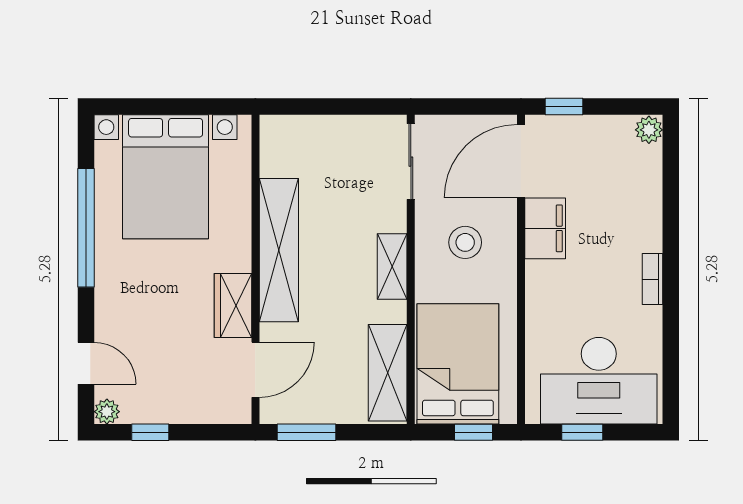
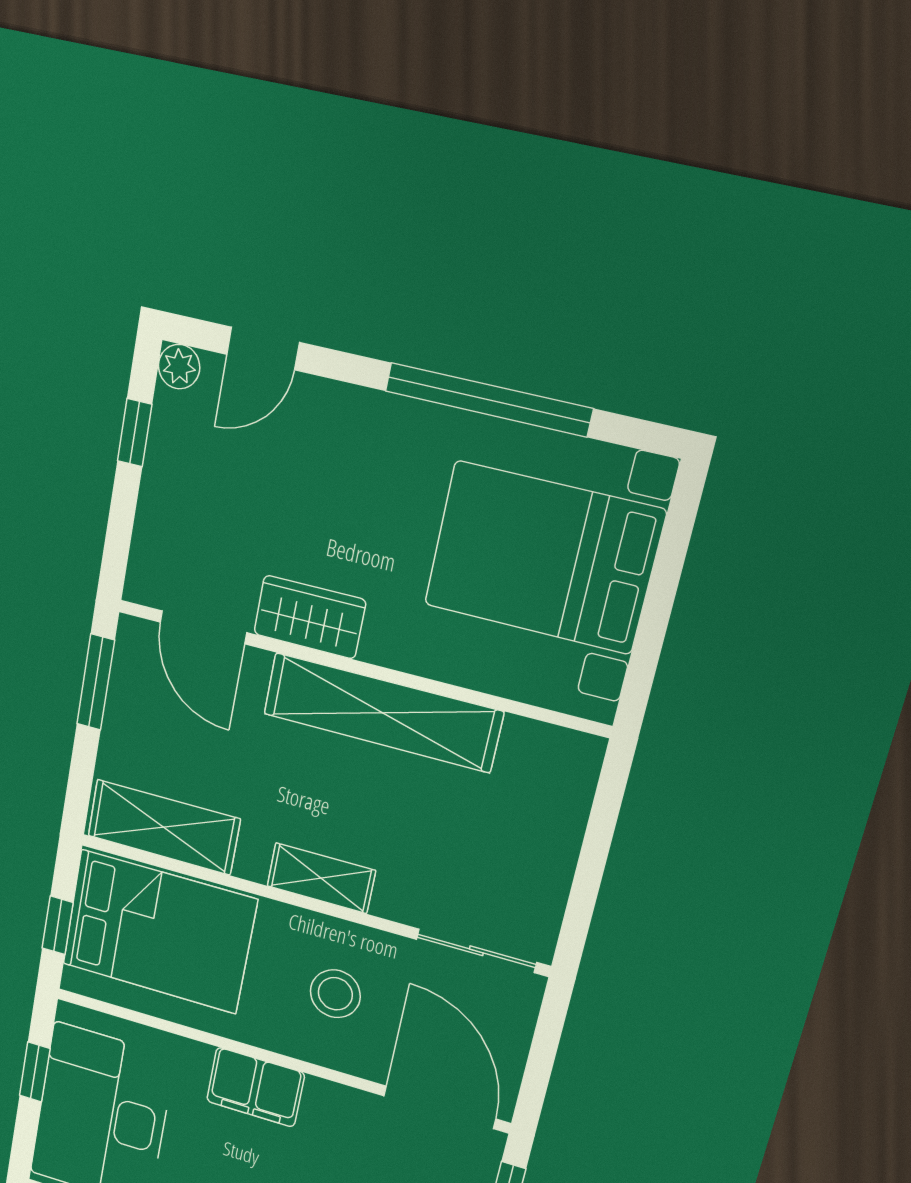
filing cabinet: (545, 228) -> (255, 1087), moved

